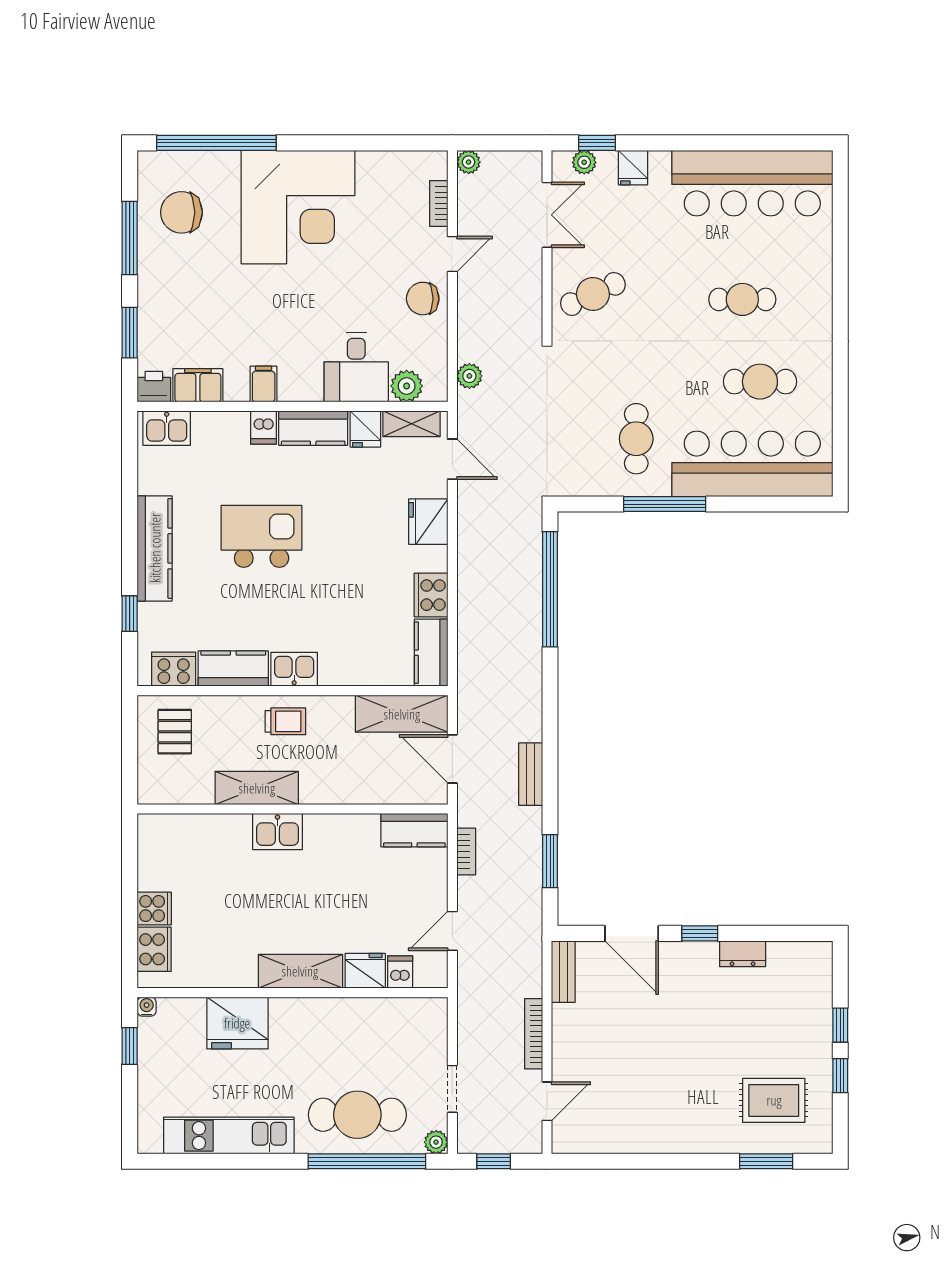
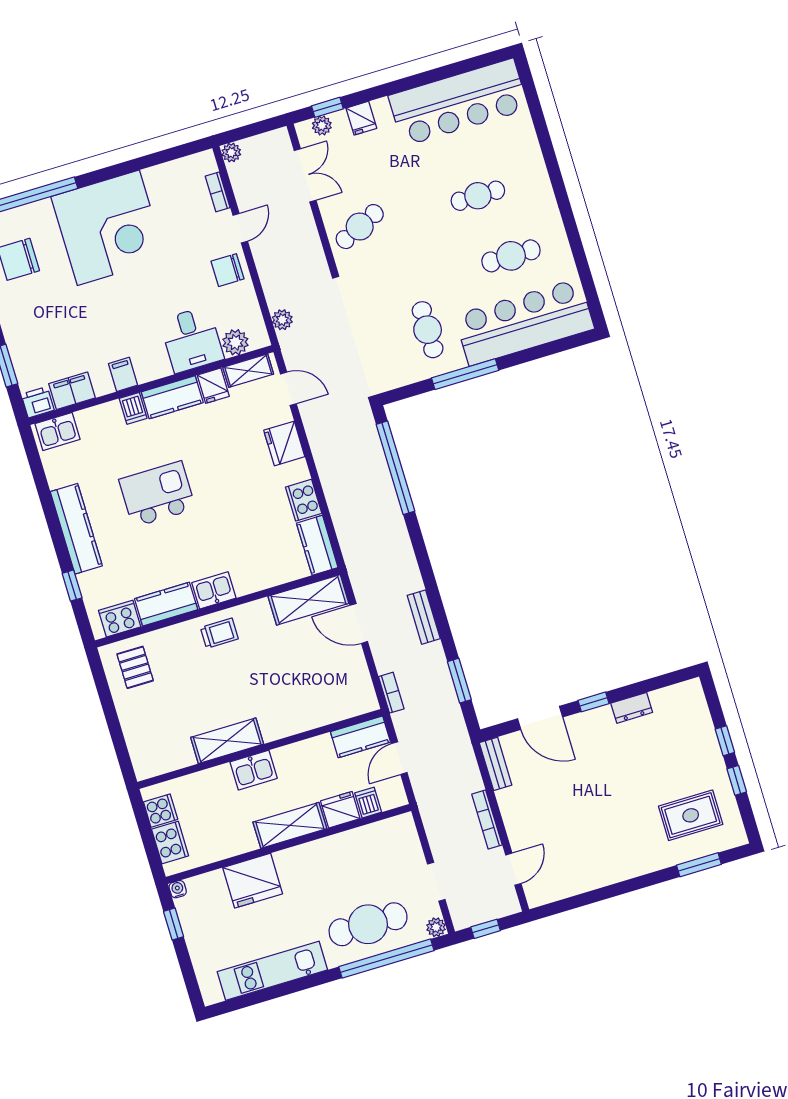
shelving: (257, 788) -> (227, 741), moved
wall: (292, 809) -> (260, 749), moved
kitchen counter: (414, 830) -> (360, 737), moved
kitchen sink: (277, 832) -> (254, 770), moved

